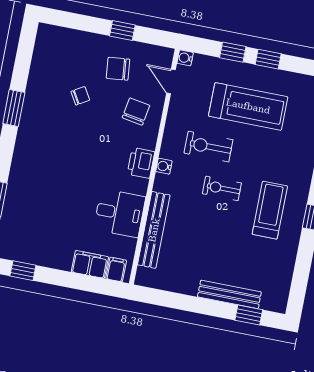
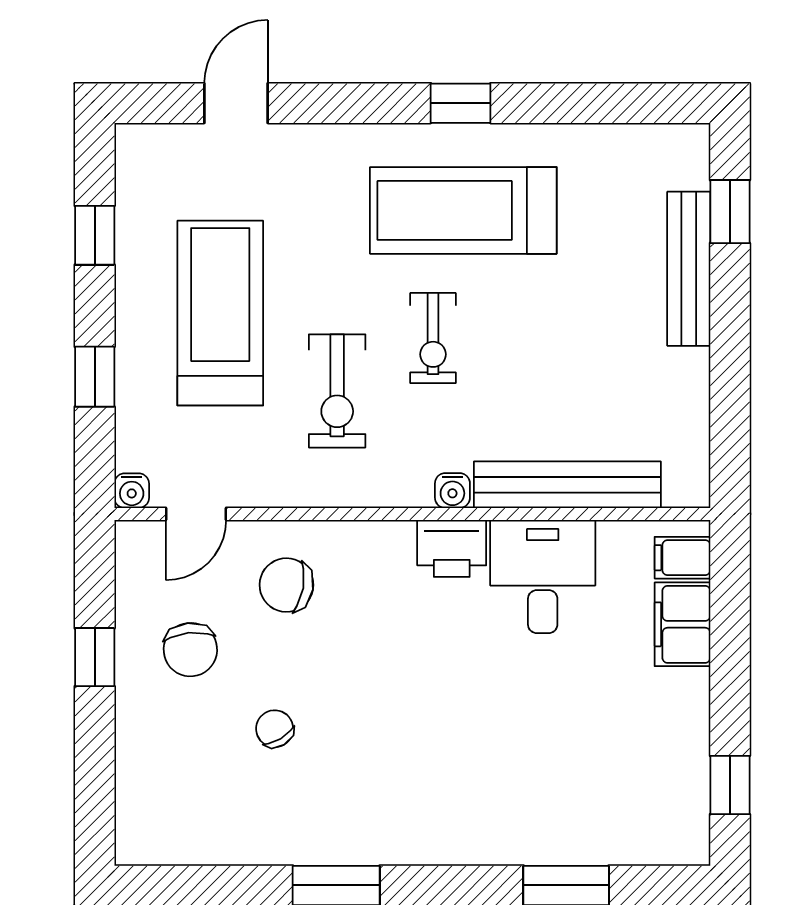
window: (268, 59) -> (95, 235), moved
printer: (141, 163) -> (452, 548), moved
water cooler: (164, 166) -> (452, 491), moved
treadmill: (270, 210) -> (463, 210), width x1.37, depth x1.38

